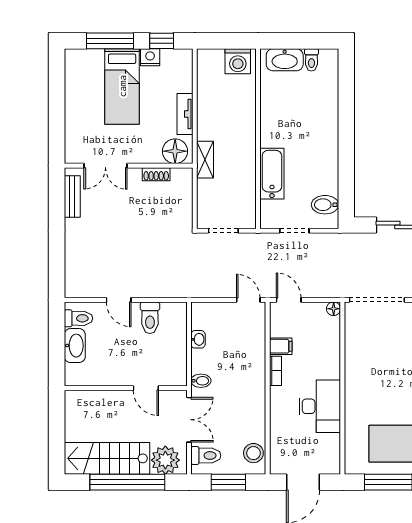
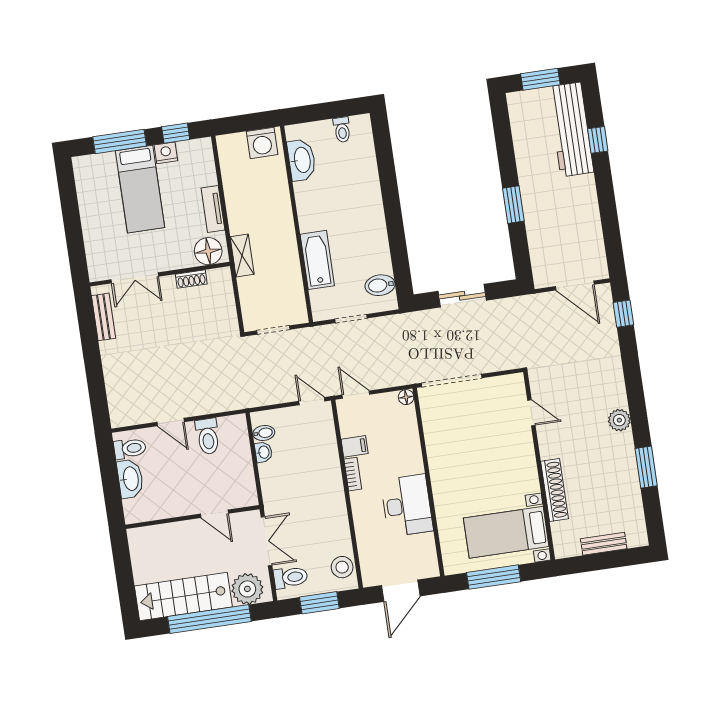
washbasin: (285, 60) -> (302, 160), moved, turned -90
bidet: (201, 381) -> (264, 433), moved

